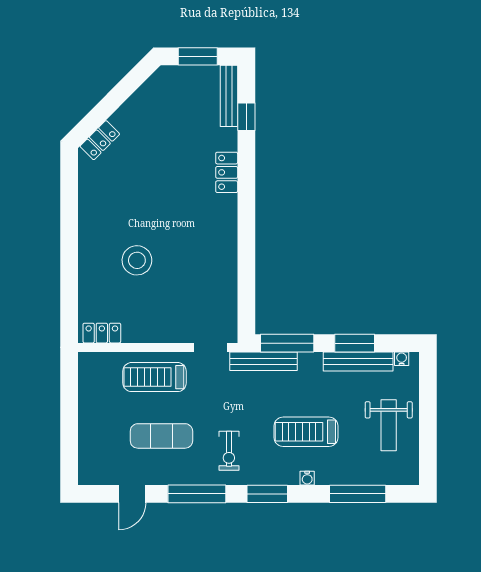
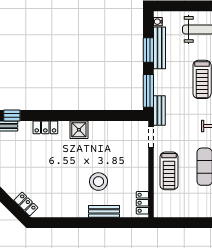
shower: (223, 228) -> (79, 130), added
bench: (88, 269) -> (104, 211), added
bench: (263, 361) -> (159, 111), width x0.73

